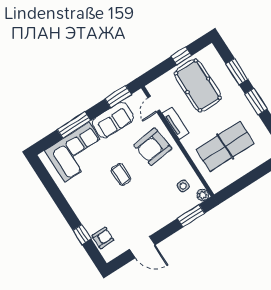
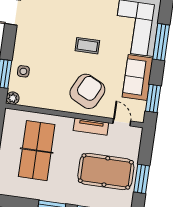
window: (181, 56) -> (142, 179), width x1.50
armchair: (153, 147) -> (87, 91), turned 33
side table: (183, 186) -> (23, 71), moved

